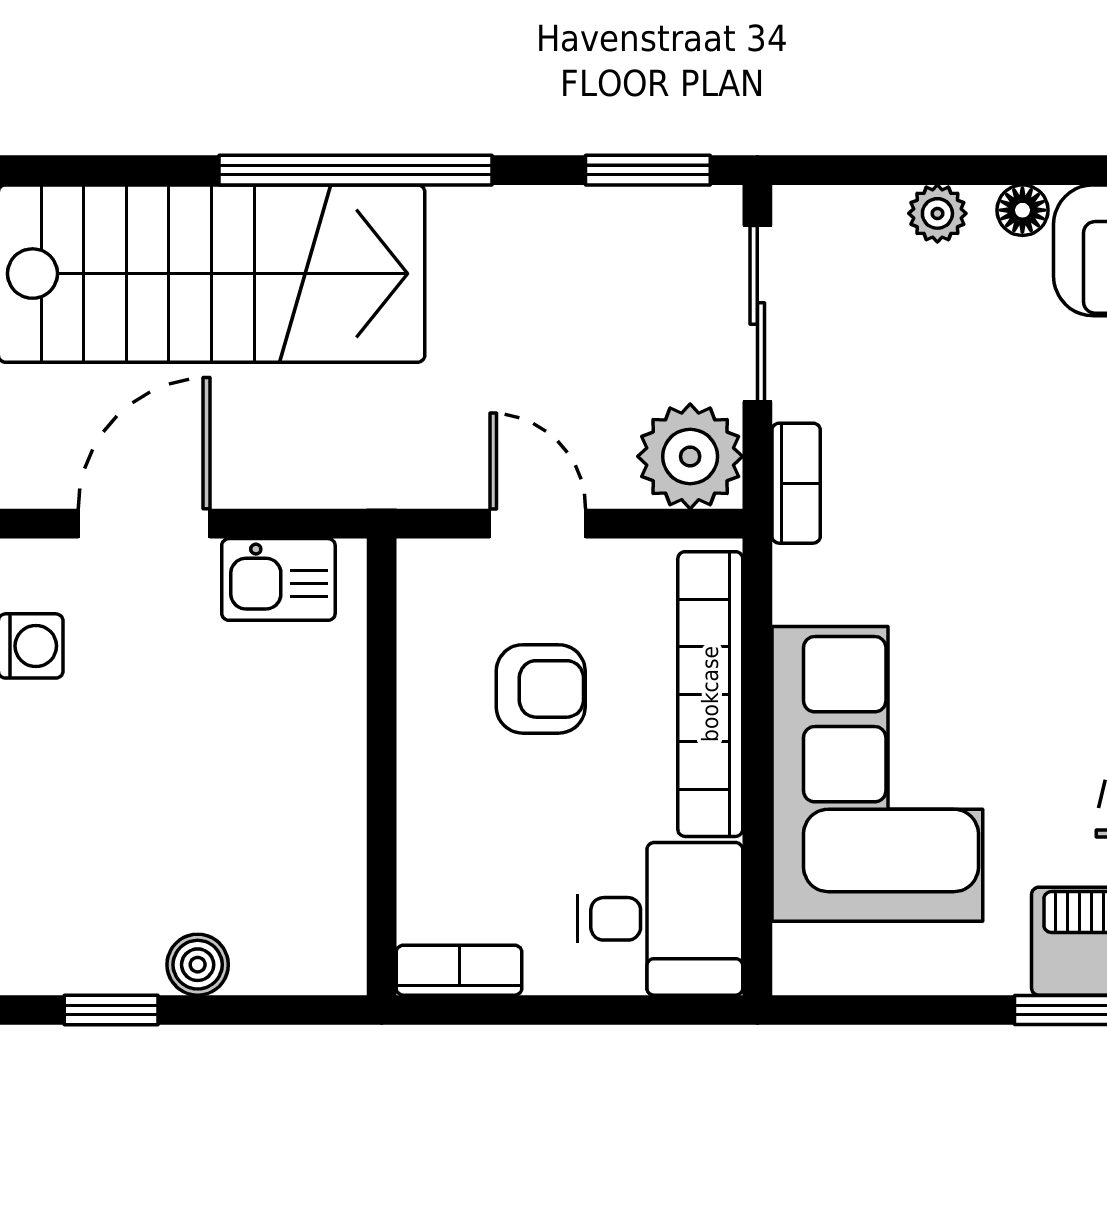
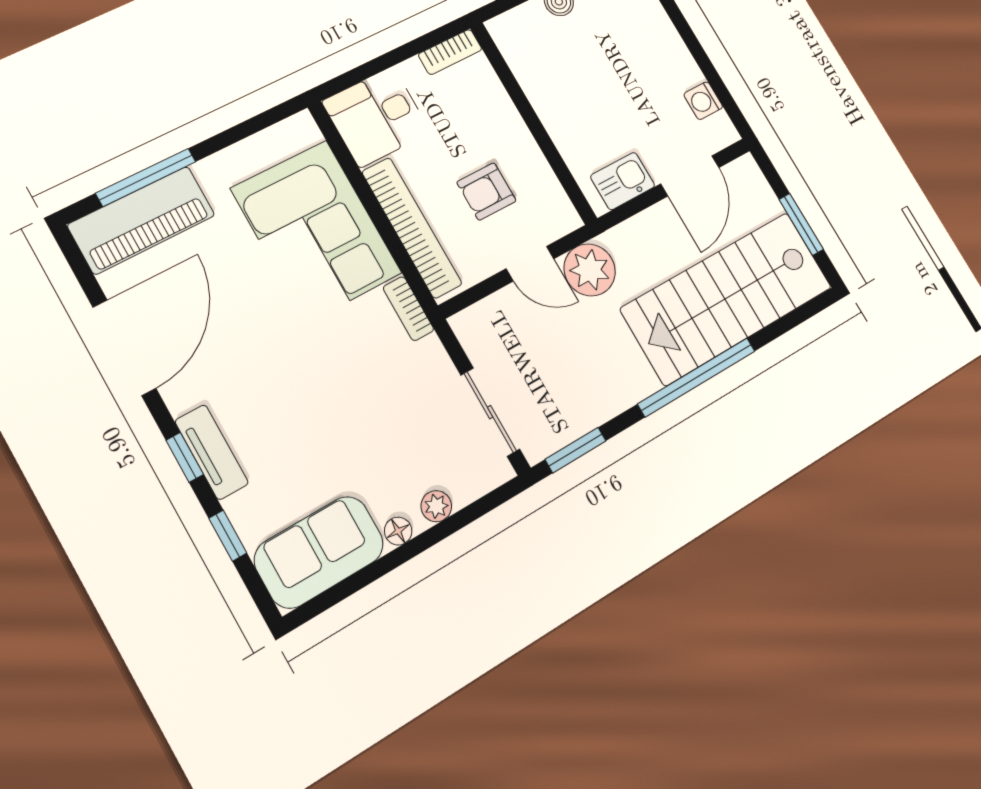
plant: (690, 456) -> (590, 270), moved
bookcase: (796, 483) -> (408, 309), moved

